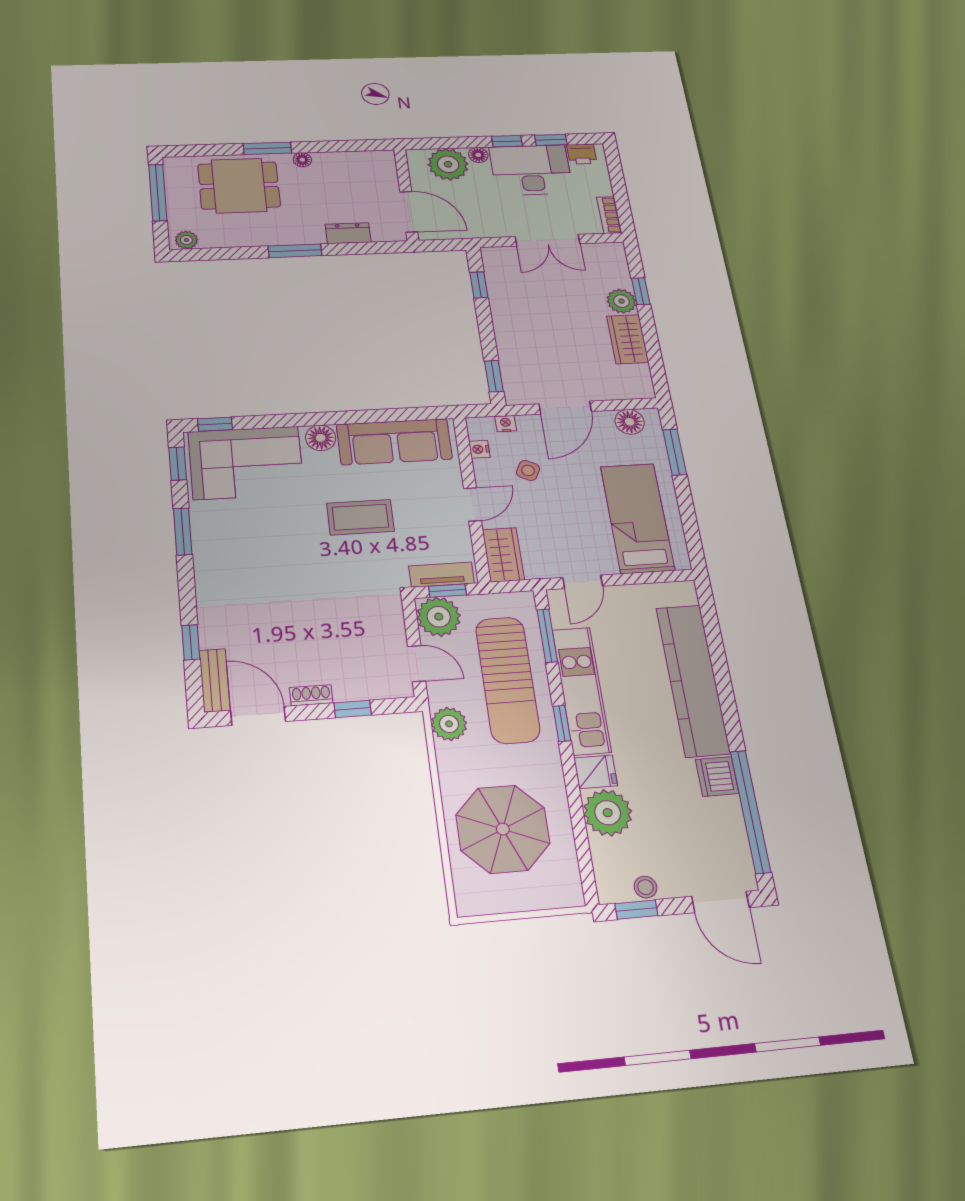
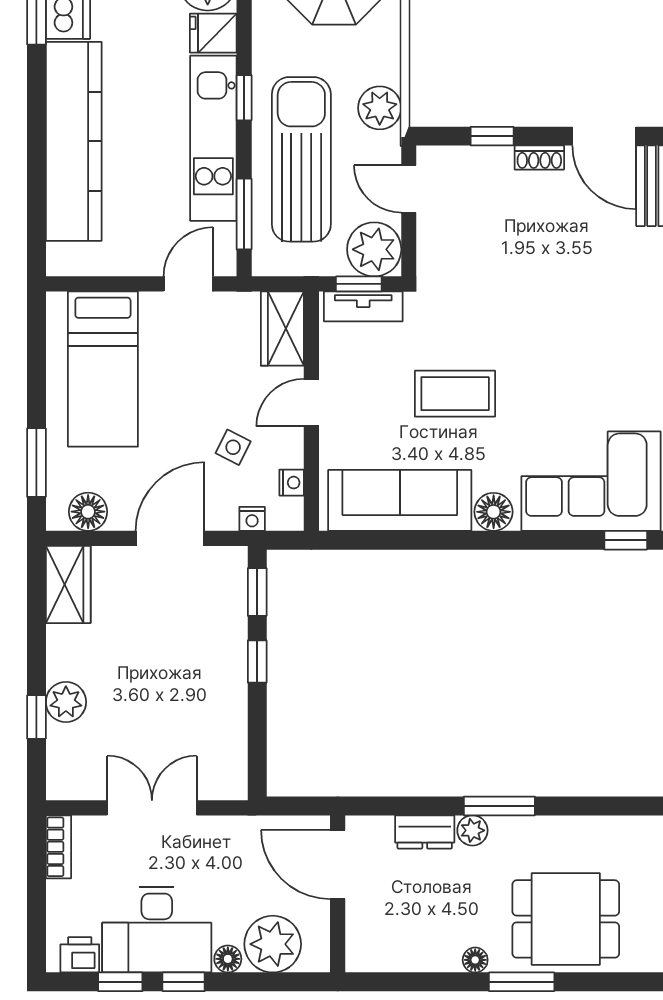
plant: (186, 240) -> (472, 830), moved
window: (479, 285) -> (257, 661), moved
wardrobe: (628, 339) -> (68, 584), moved

